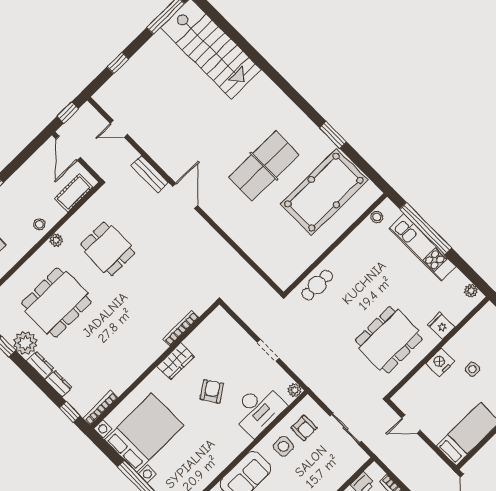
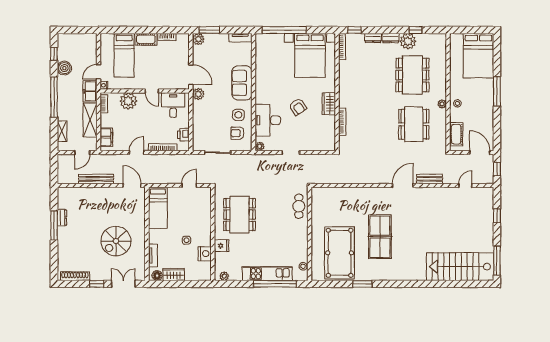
door: (185, 196) -> (403, 186), swing flipped
dining table: (108, 249) -> (414, 124), width x1.38
nightstand: (440, 362) -> (205, 254), moved

